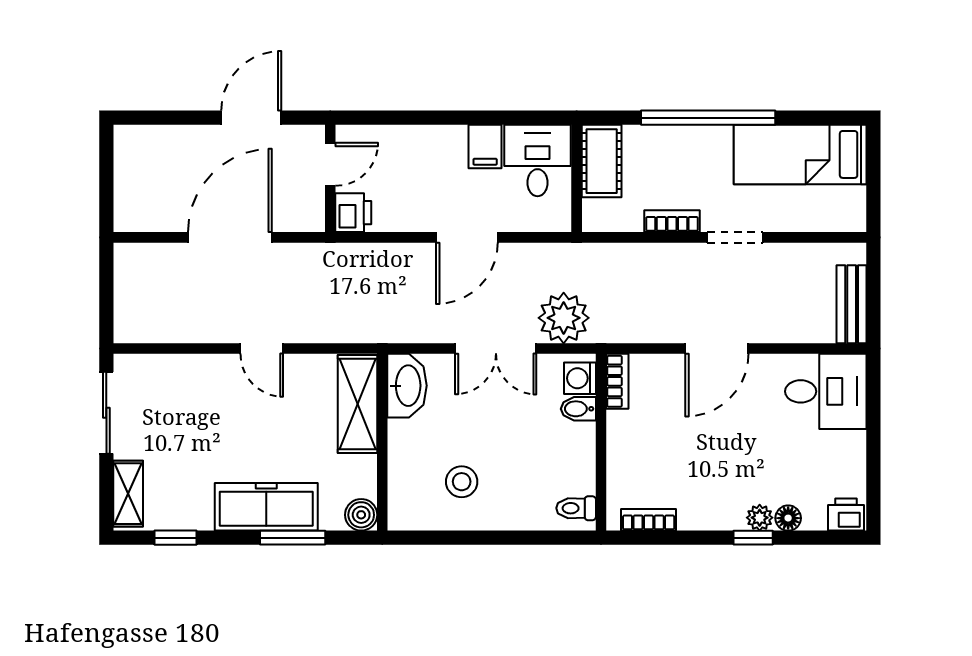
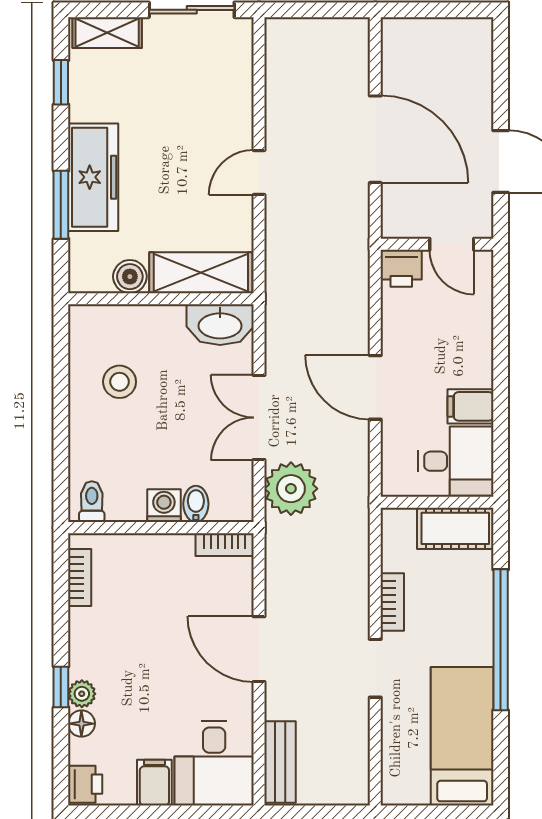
bench: (852, 304) -> (280, 762), moved, turned 90
washing machine: (580, 378) -> (164, 506), moved
filing cabinet: (845, 448) -> (154, 783), added
boiler: (361, 515) -> (130, 277), moved

